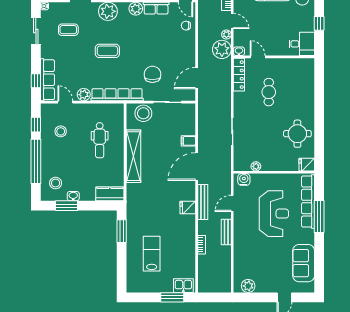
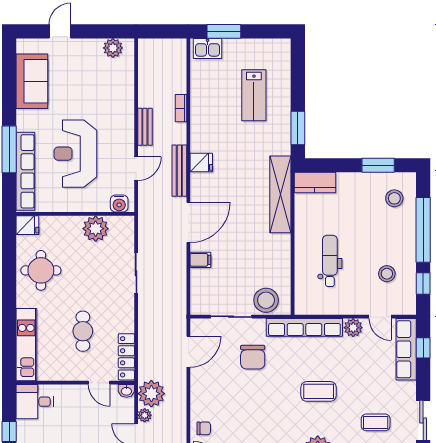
kitchen unit: (307, 83) -> (26, 345), added
shelving: (134, 156) -> (280, 194), moved
plant: (256, 166) -> (96, 229), width x1.87, depth x1.87
washbasin: (73, 196) -> (369, 179), removed

